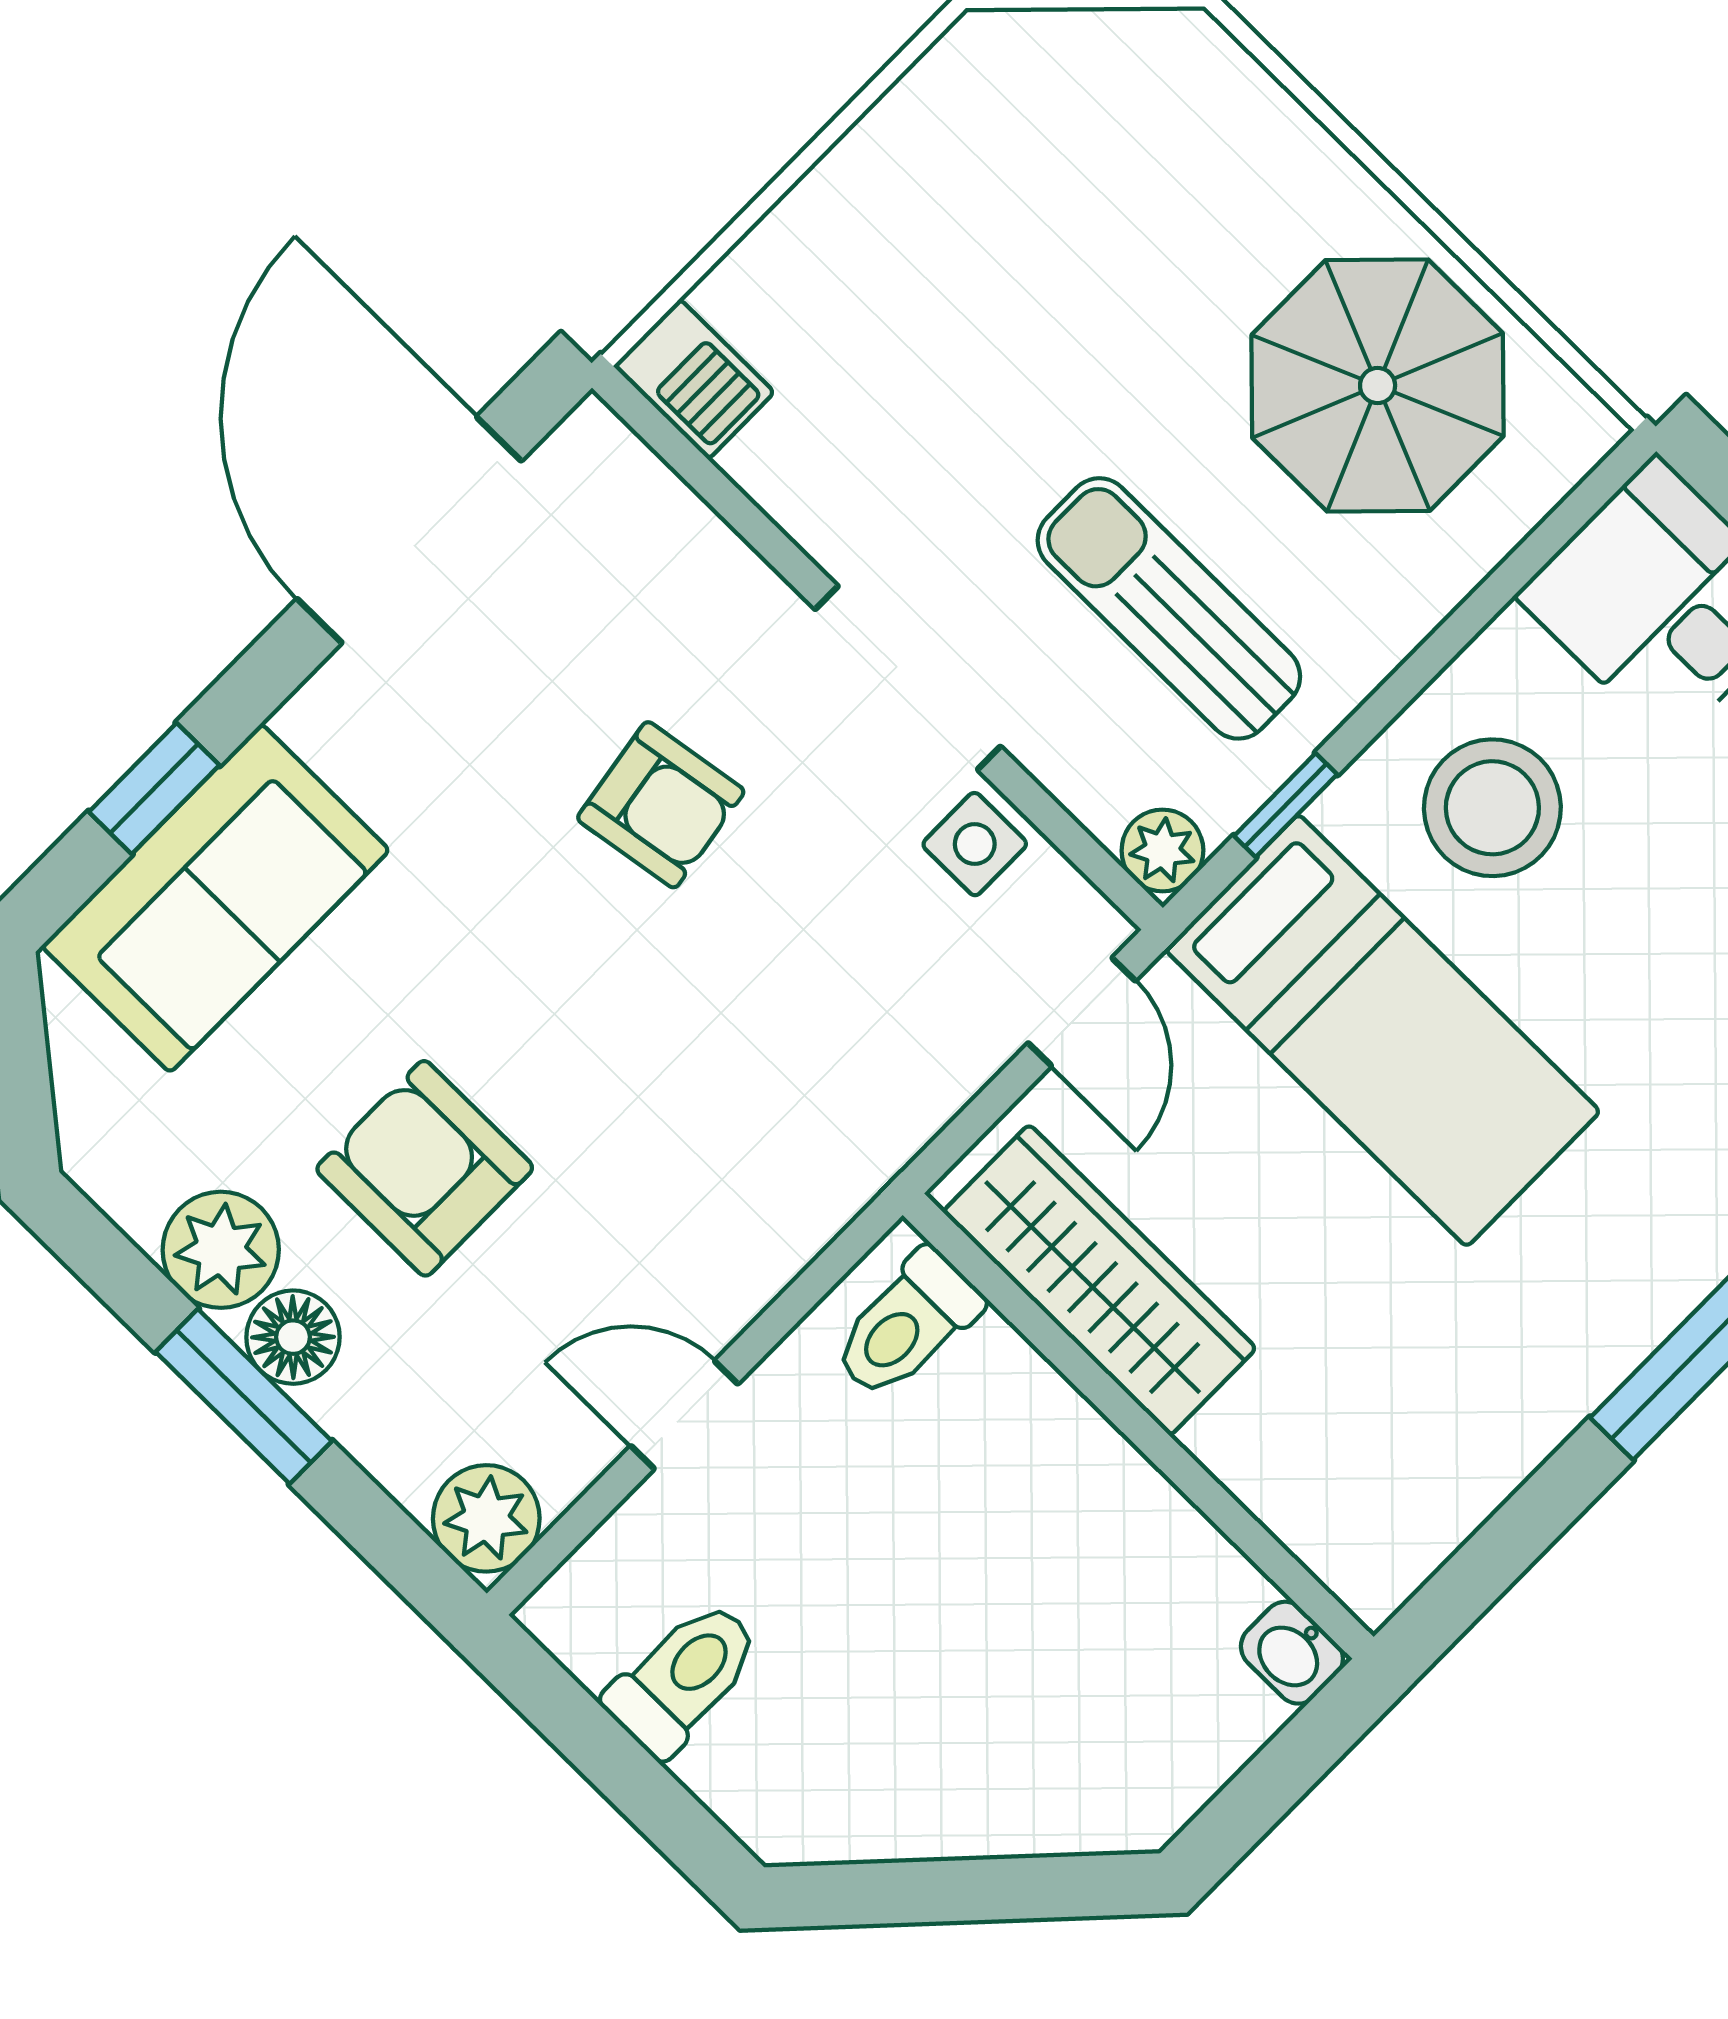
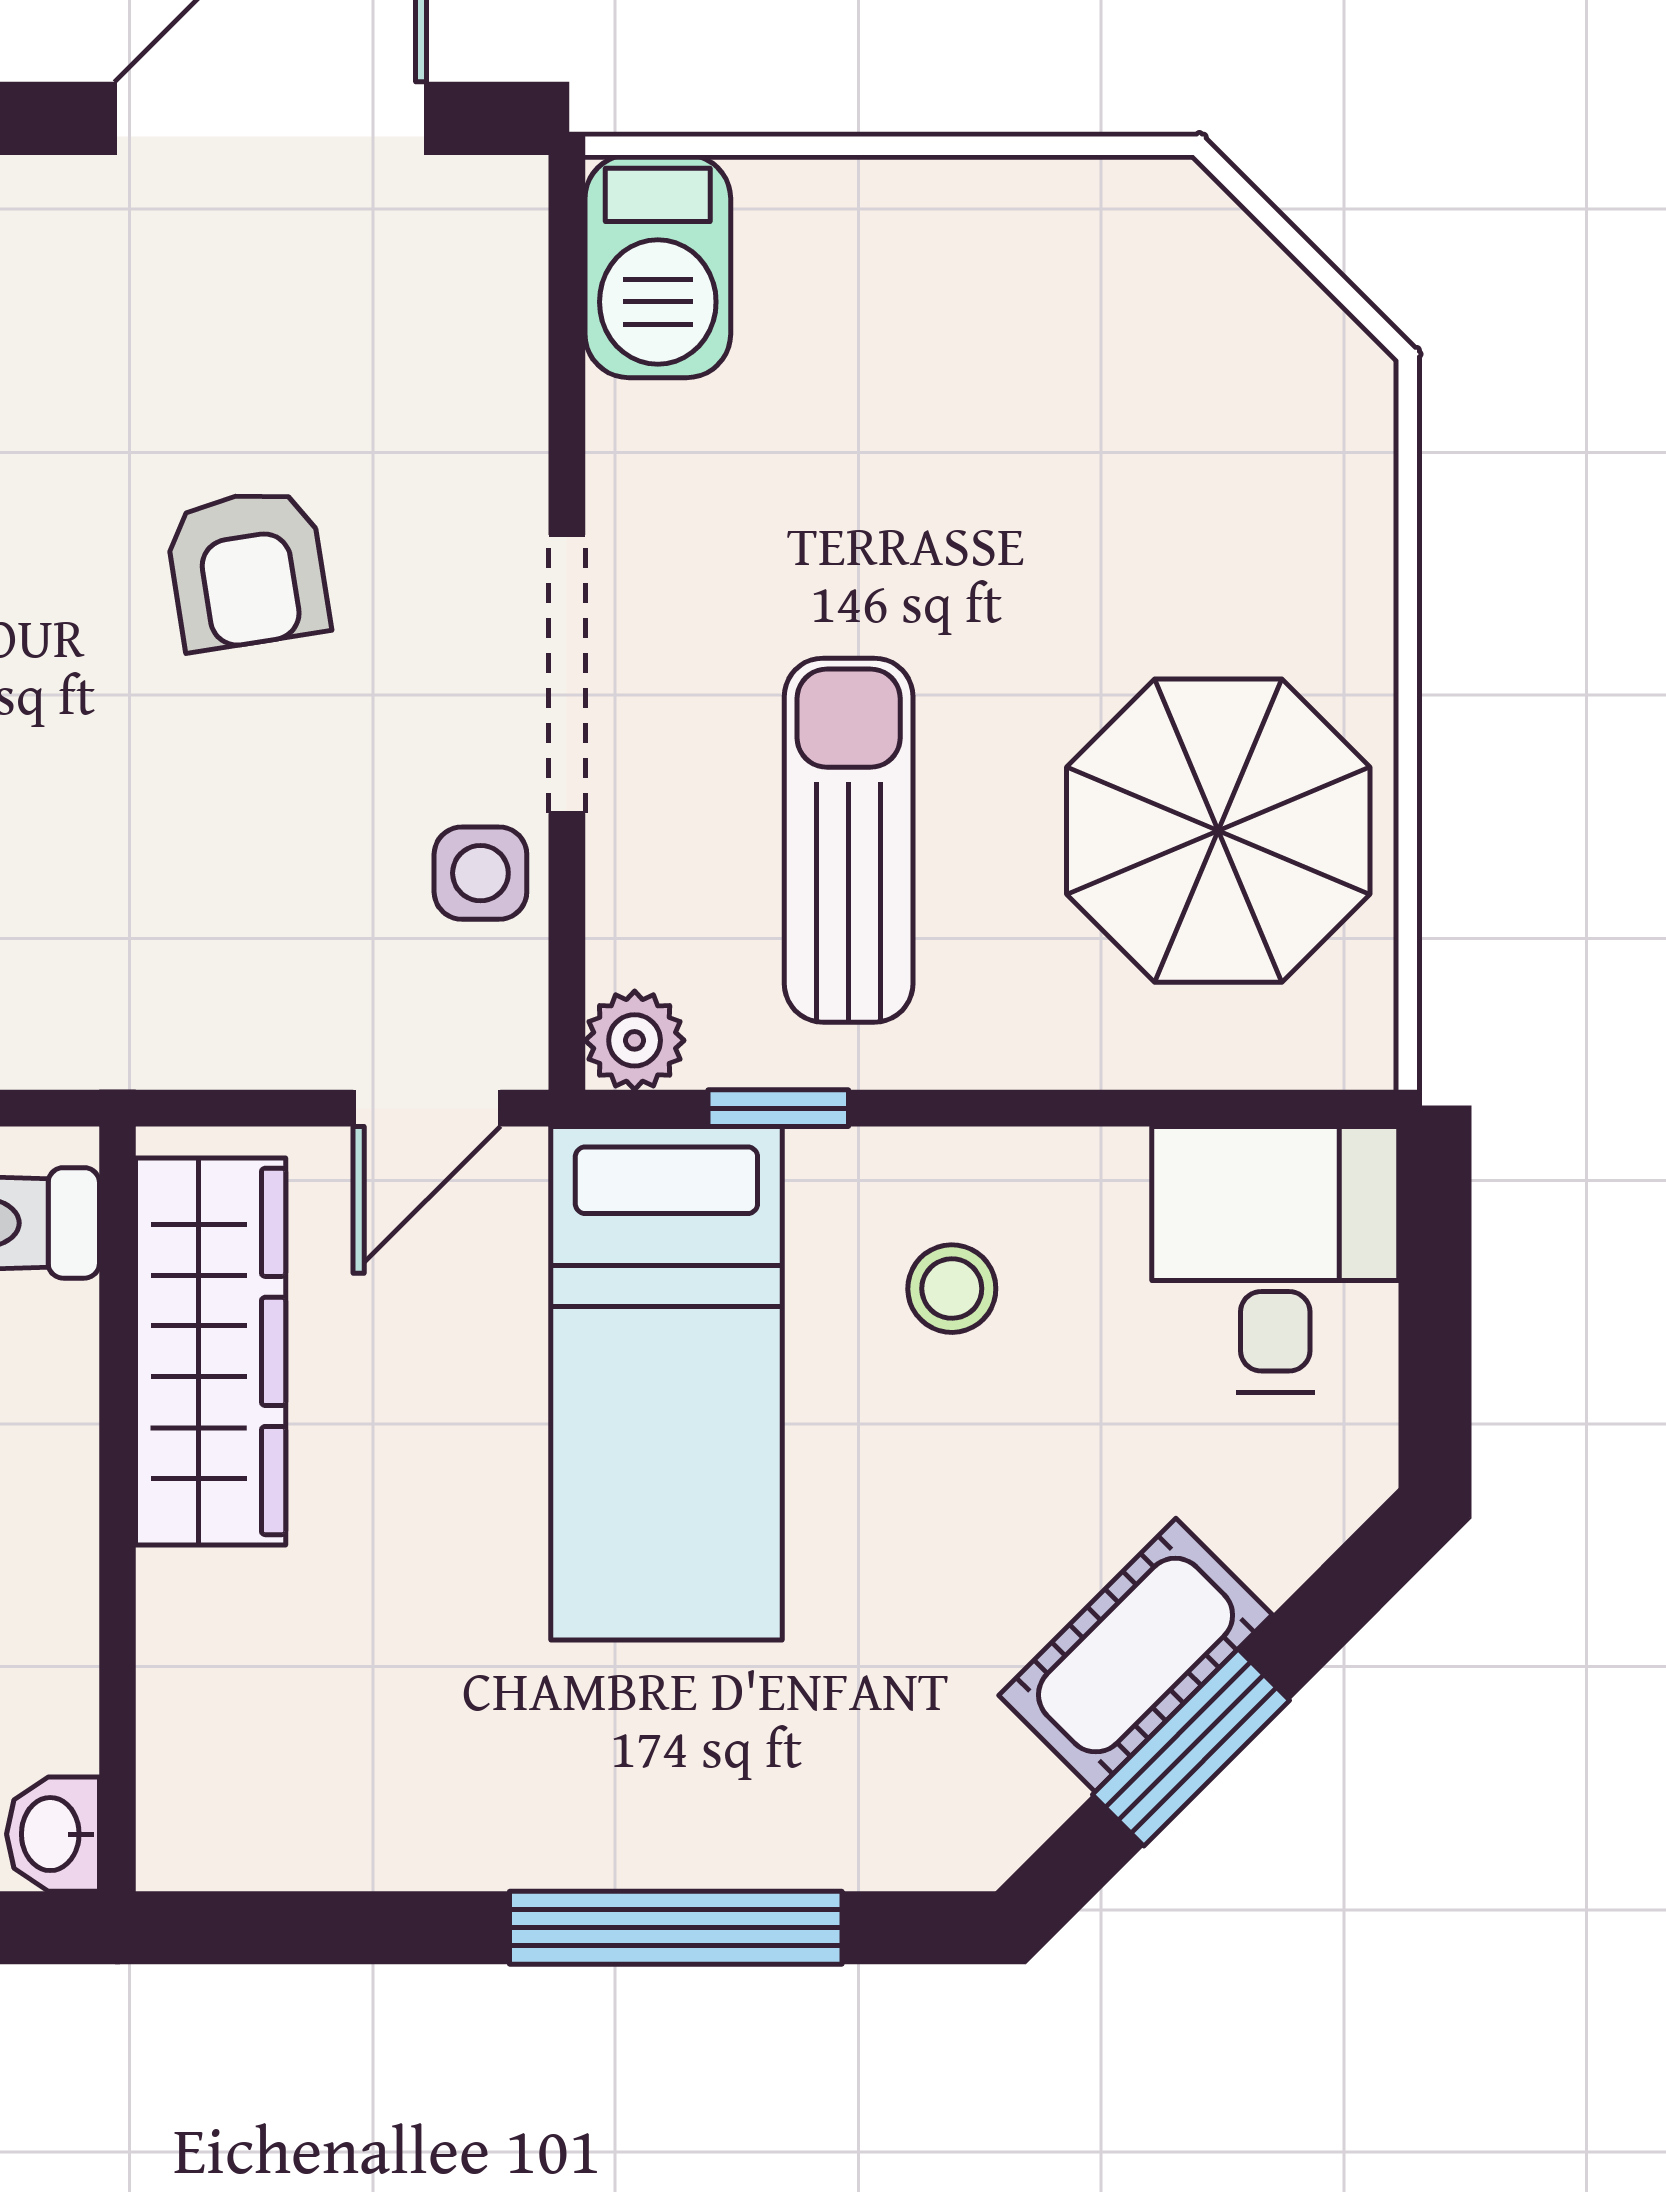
barbecue: (694, 379) -> (658, 266), width x1.38, depth x1.27
stool: (1492, 808) -> (952, 1289), width x0.53, depth x0.53

